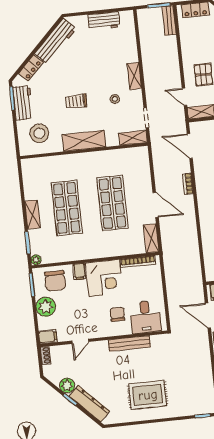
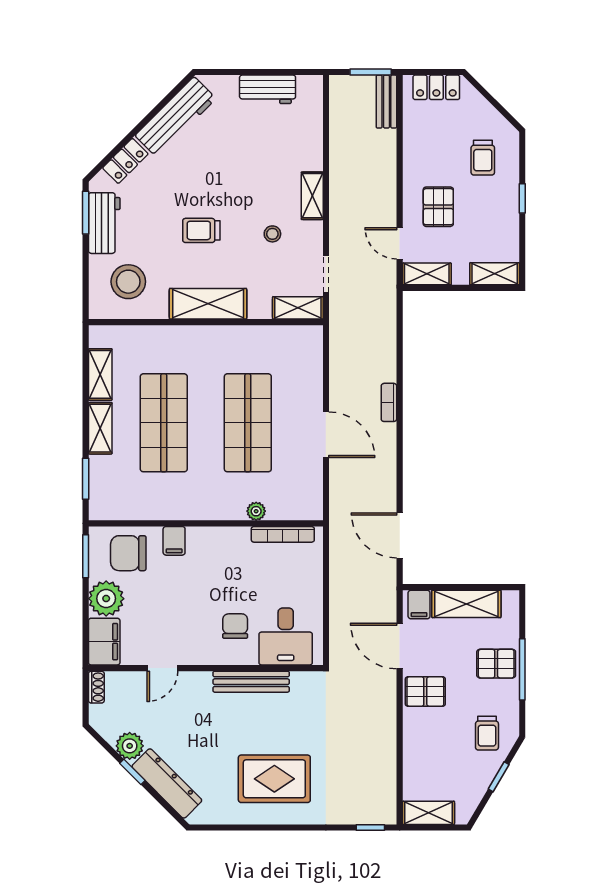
door: (190, 146) -> (400, 535), moved
shelving: (151, 238) -> (100, 374), moved
plant: (36, 260) -> (256, 511), moved
corner desk: (104, 278) -> (218, 558), removed
chair: (55, 281) -> (128, 553), turned 90
filing cabinet: (48, 337) -> (104, 642), width x2.00

